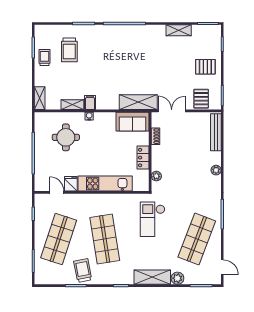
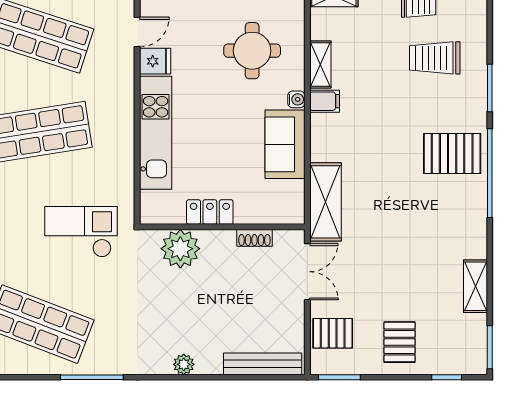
pallet: (115, 42) -> (452, 154), added
sofa: (133, 122) -> (285, 144), moved
plant: (156, 176) -> (180, 249), width x1.88, depth x1.88

